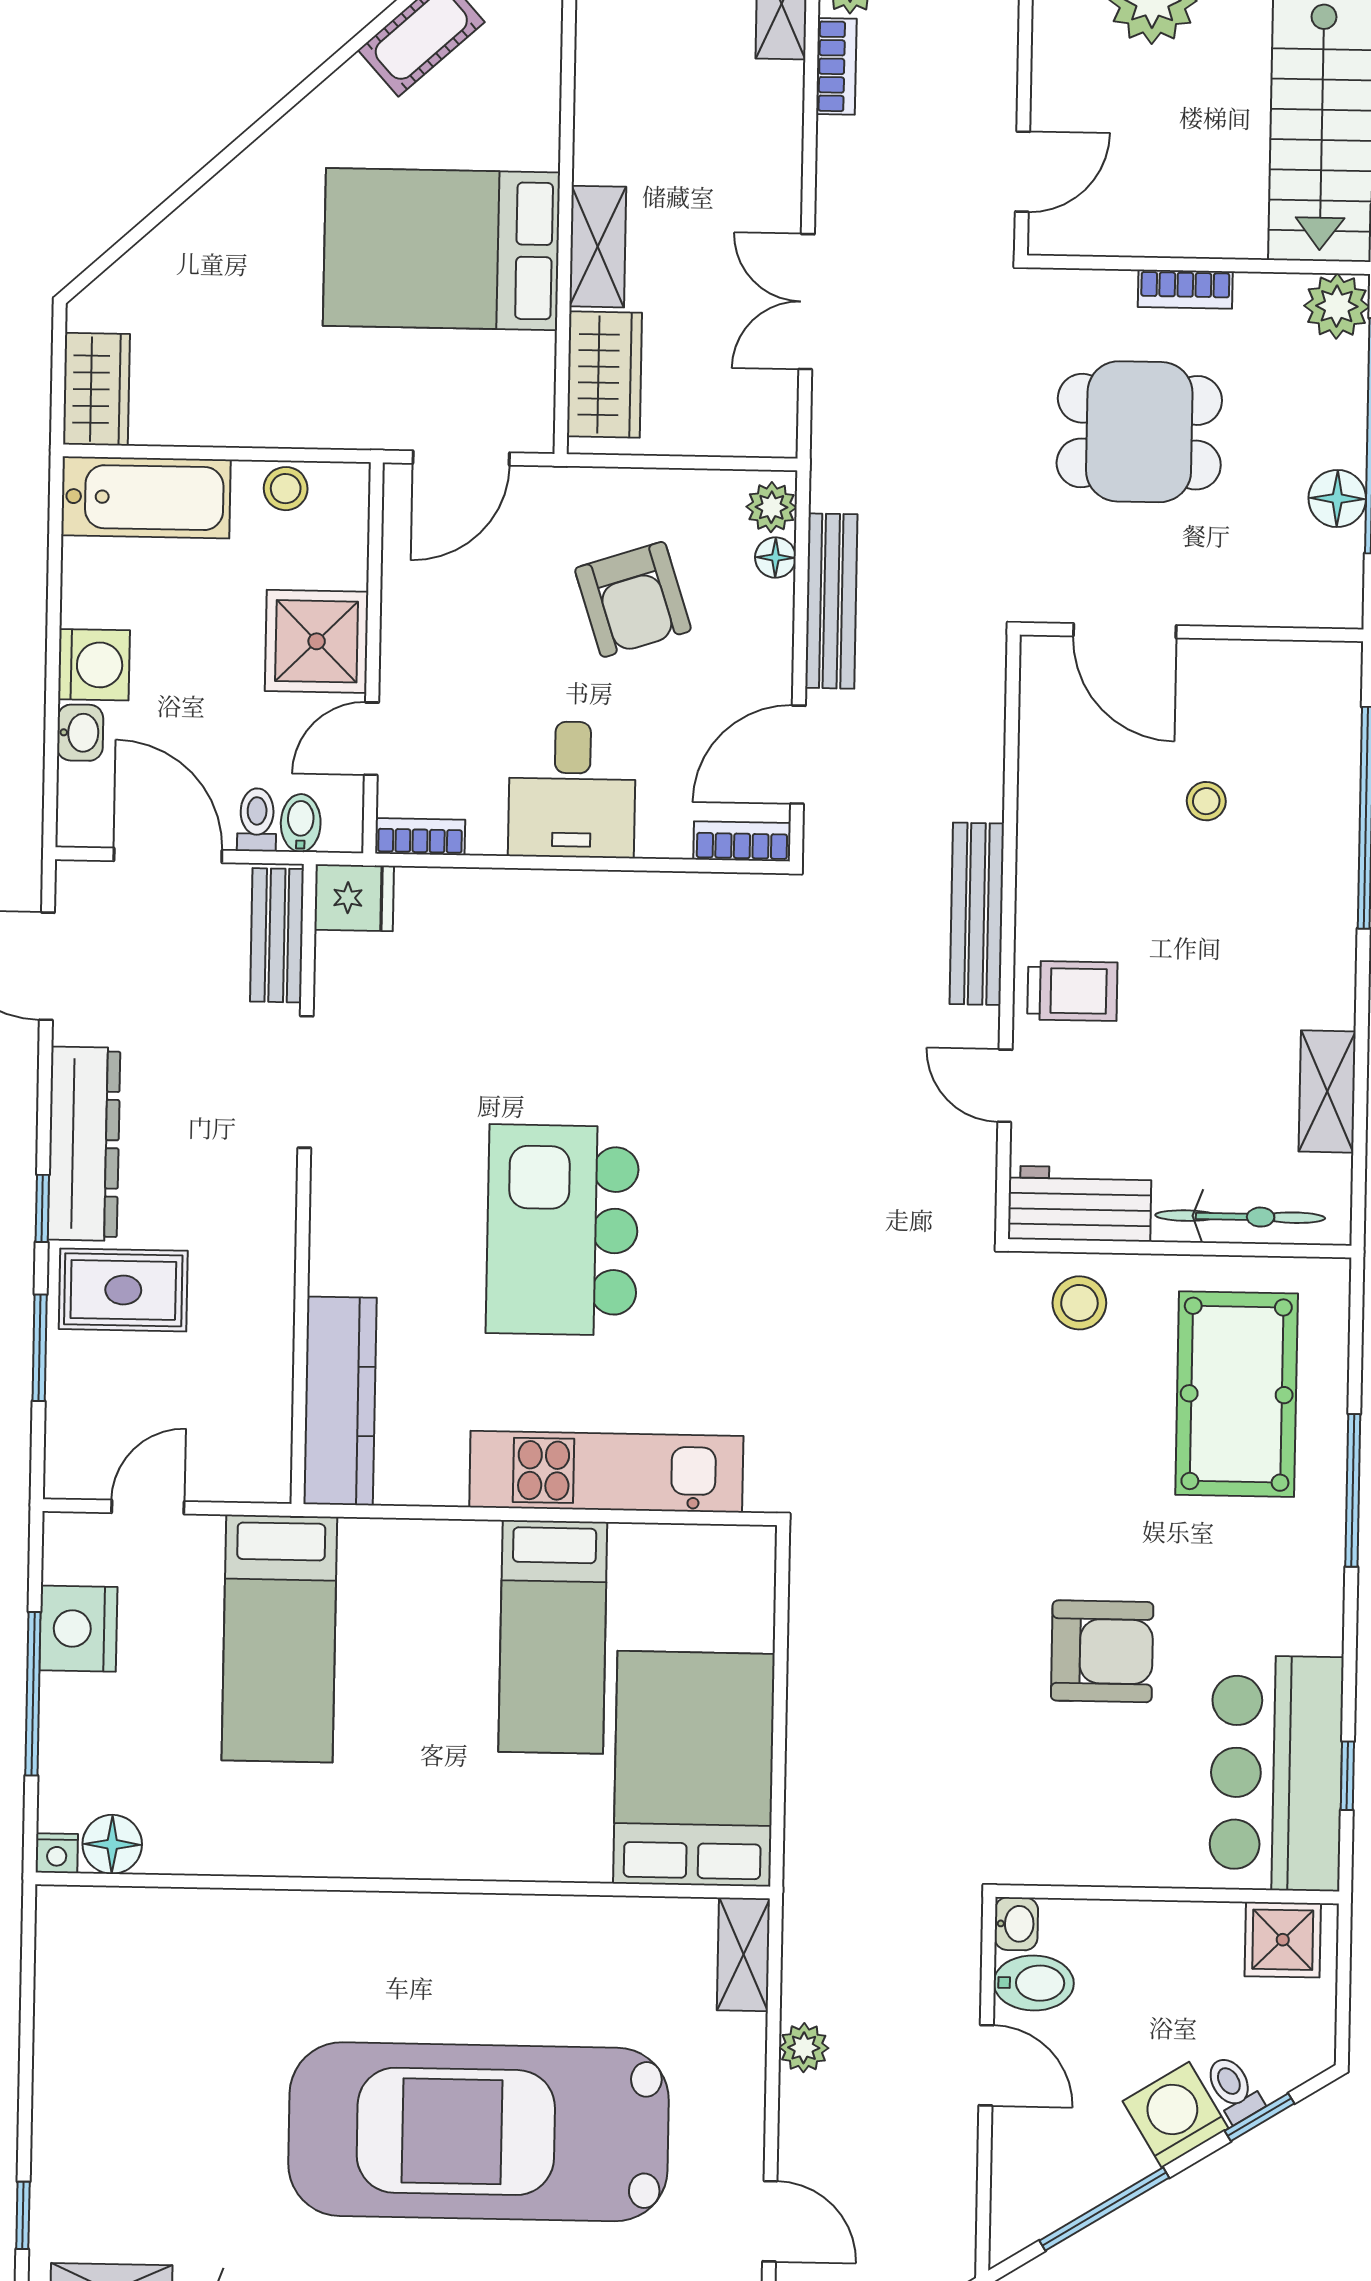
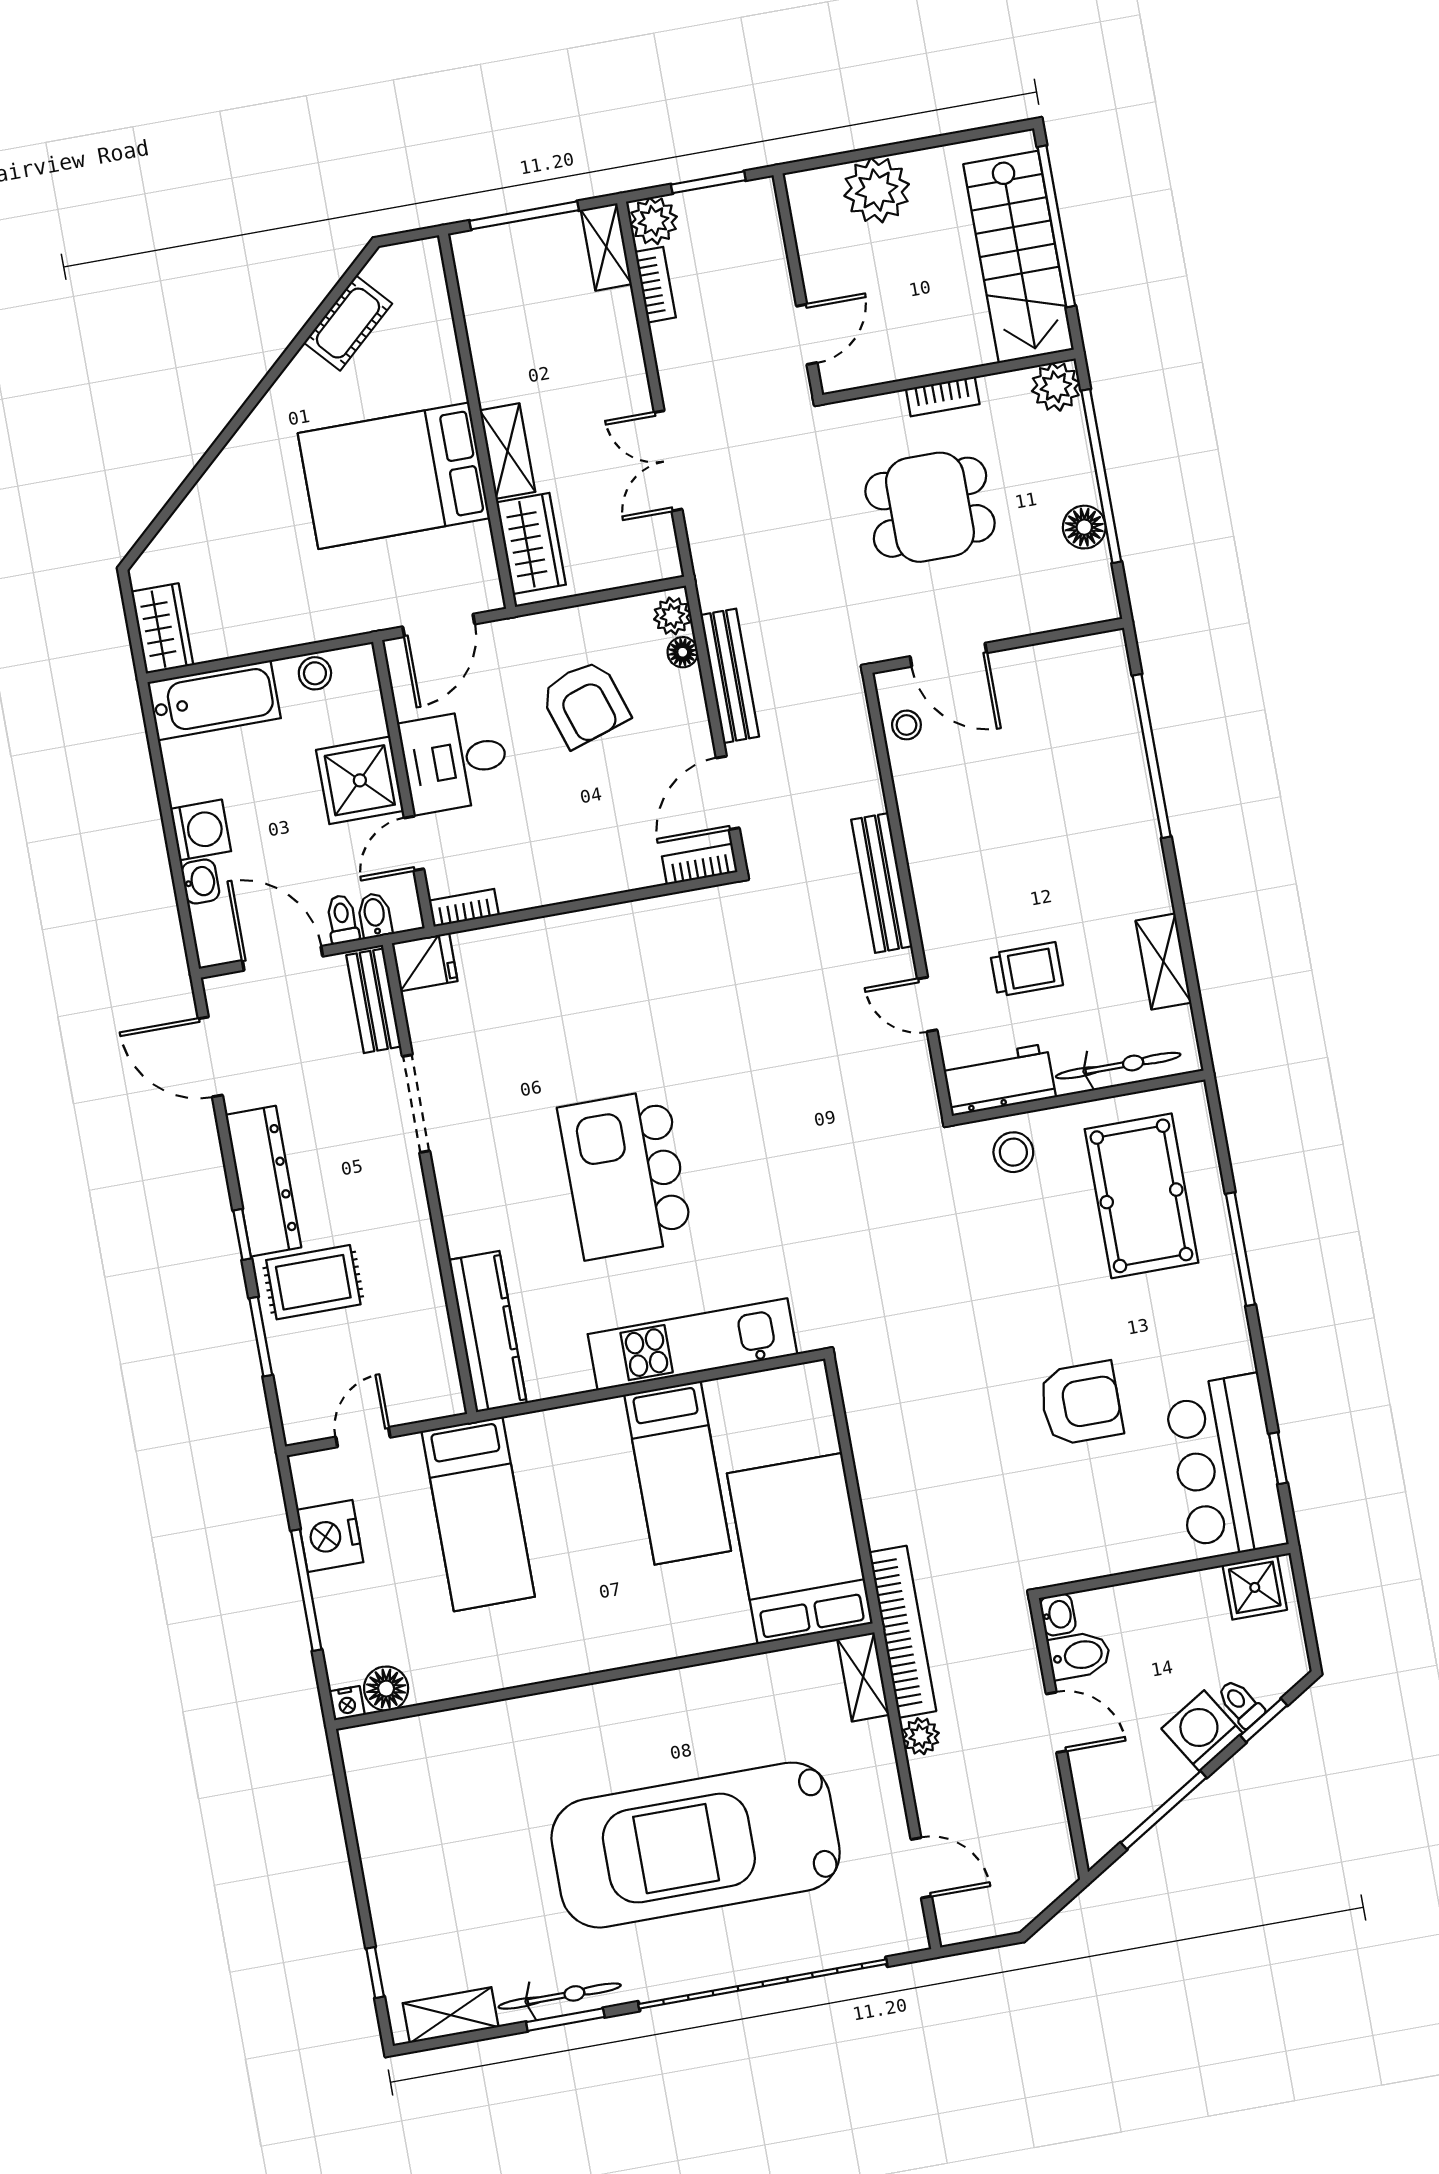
desk: (572, 790) -> (455, 761), moved, turned 90
stool: (1206, 801) -> (906, 725), moved
trolley: (1072, 991) -> (1027, 969), moved
bookcase: (807, 1905) -> (903, 1632), added

